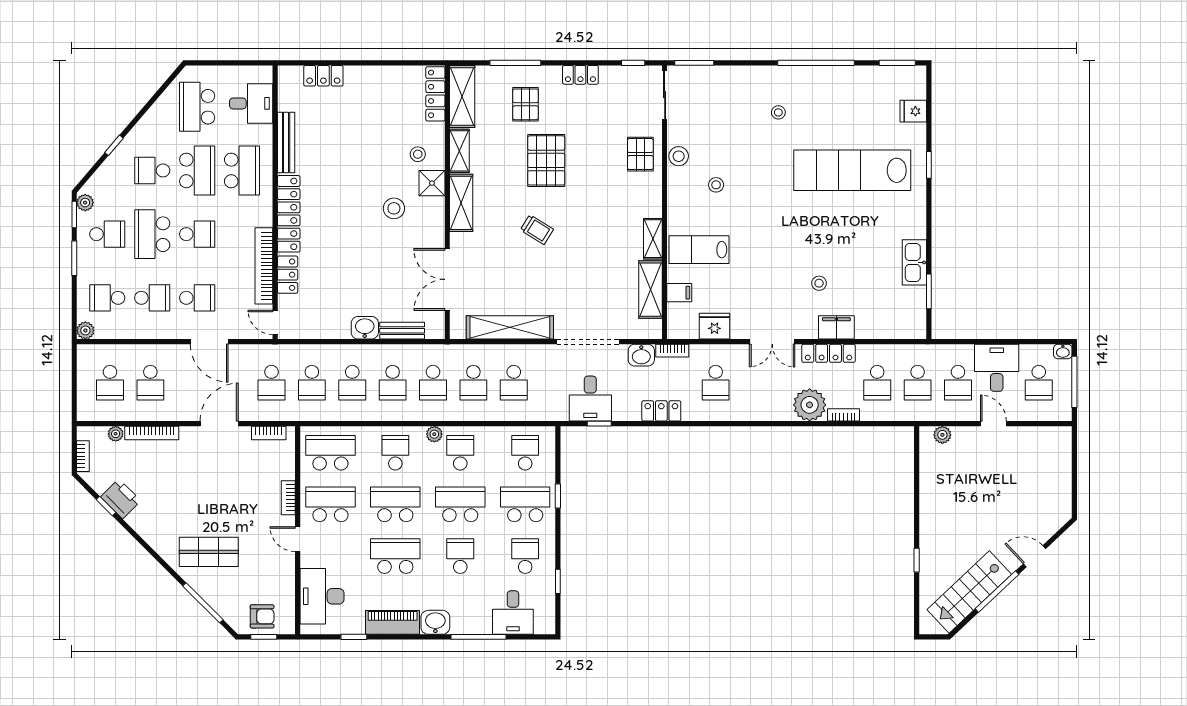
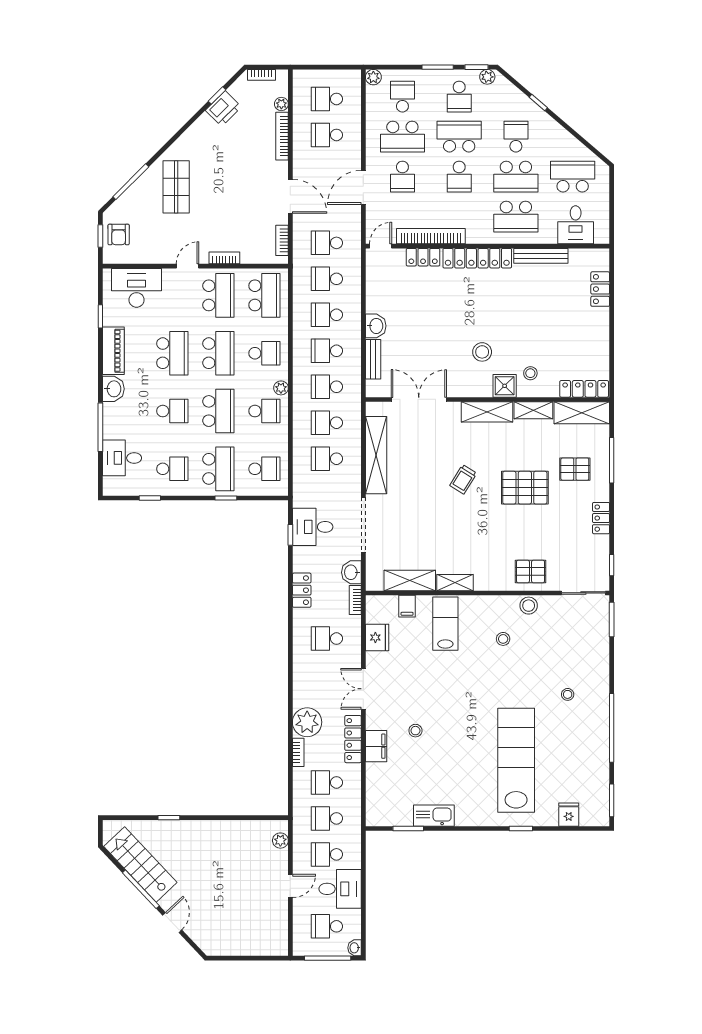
school desk: (152, 298) -> (402, 137), width x1.85

